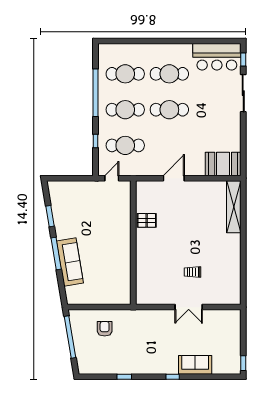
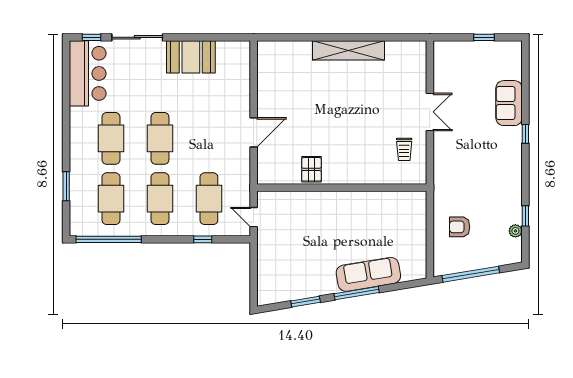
window: (134, 41) -> (66, 186), added
window: (95, 93) -> (109, 239), moved
booth: (223, 164) -> (191, 57), moved, turned 90
door: (174, 178) -> (254, 132), swing flipped
shelving: (234, 207) -> (349, 50), moved
trolley: (193, 272) -> (404, 149), moved
window: (243, 363) -> (484, 37), moved
plant: (102, 370) -> (515, 231), added
window: (124, 377) -> (525, 216), moved

